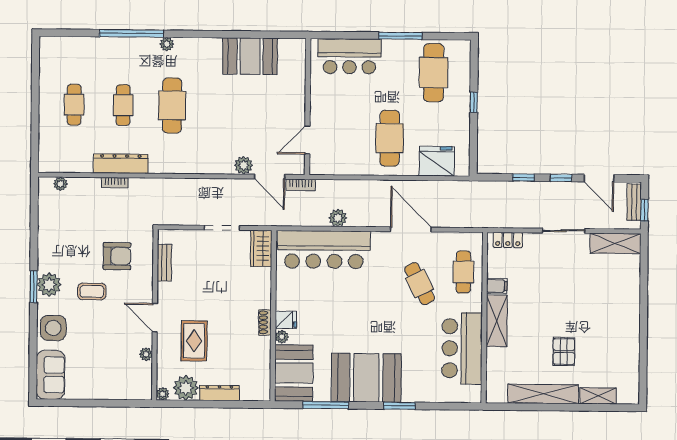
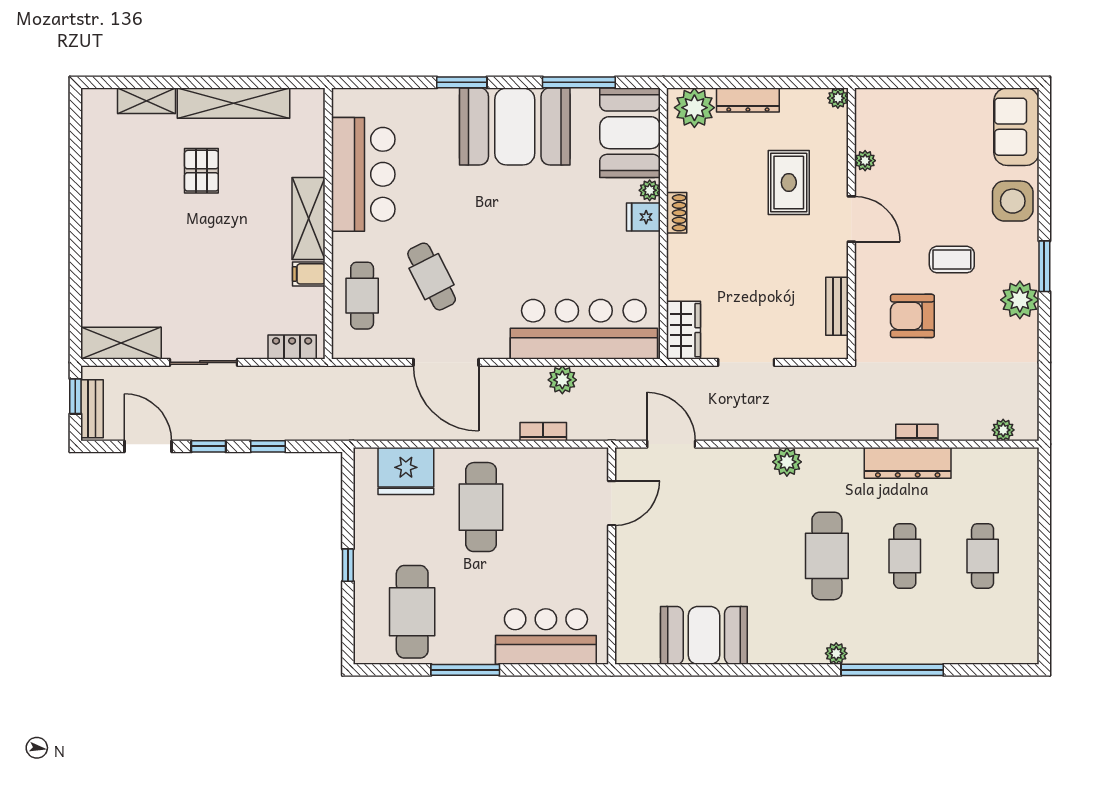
plant: (244, 165) -> (787, 462), moved
bookcase: (301, 185) -> (543, 432), moved
plant: (49, 285) -> (1020, 300), moved
plant: (186, 388) -> (694, 108), moved

